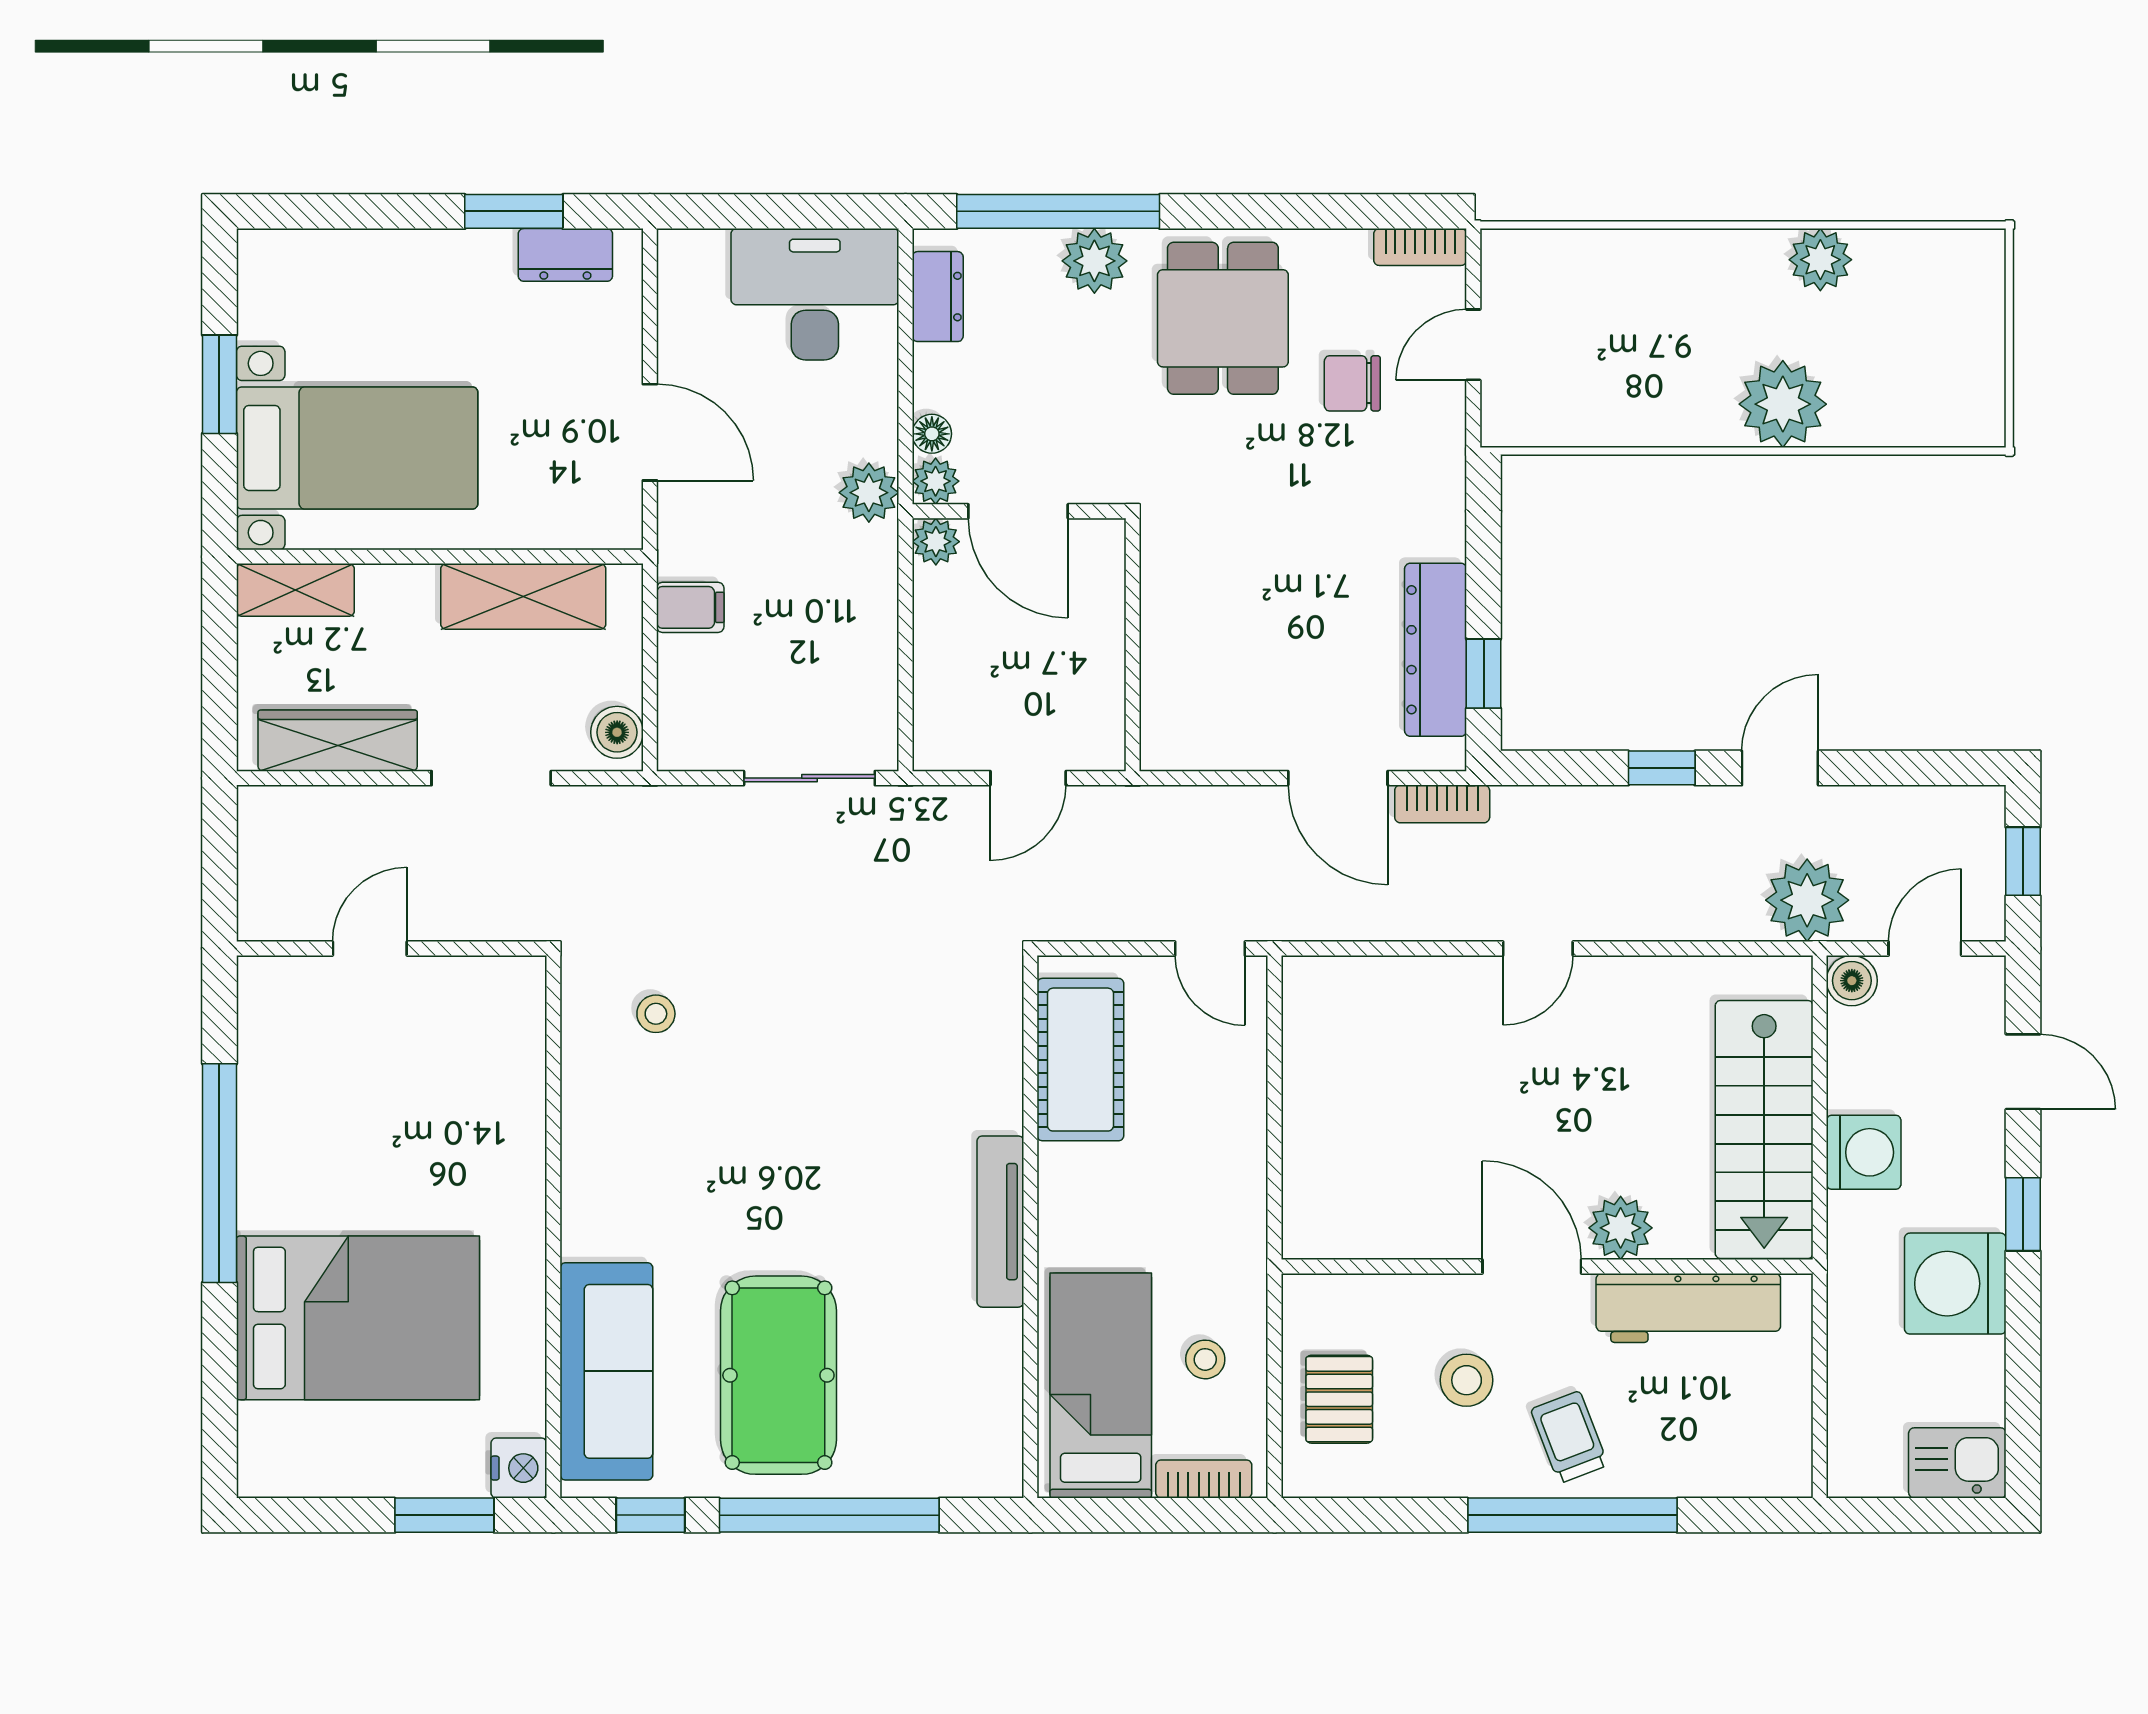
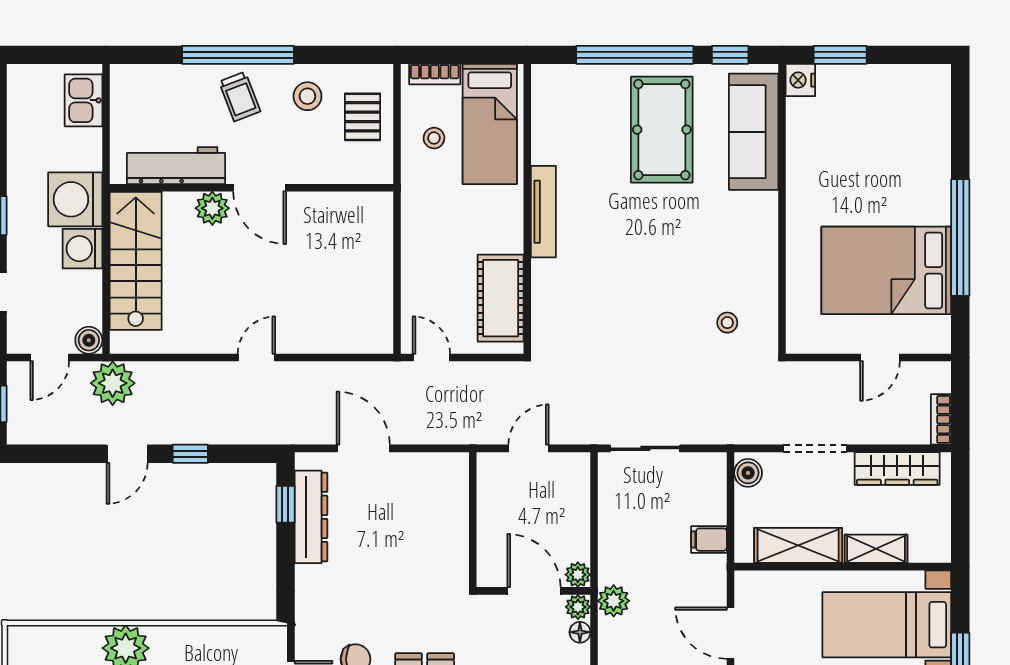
shelving: (295, 590) -> (876, 549), moved
bookcase: (1442, 804) -> (941, 419), moved, turned -90
washing machine: (1955, 1284) -> (75, 199), moved, turned 180
bed: (358, 1318) -> (886, 270), moved
stool: (1467, 1380) -> (307, 96), moved
kitchen sink: (1957, 1463) -> (83, 100), moved, turned 90

